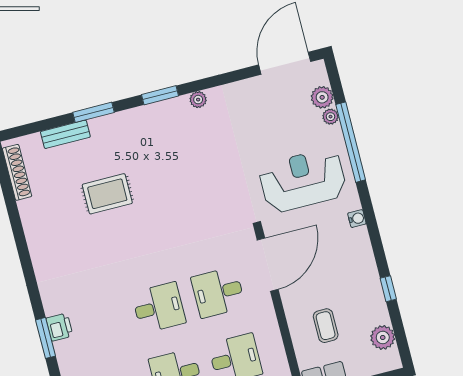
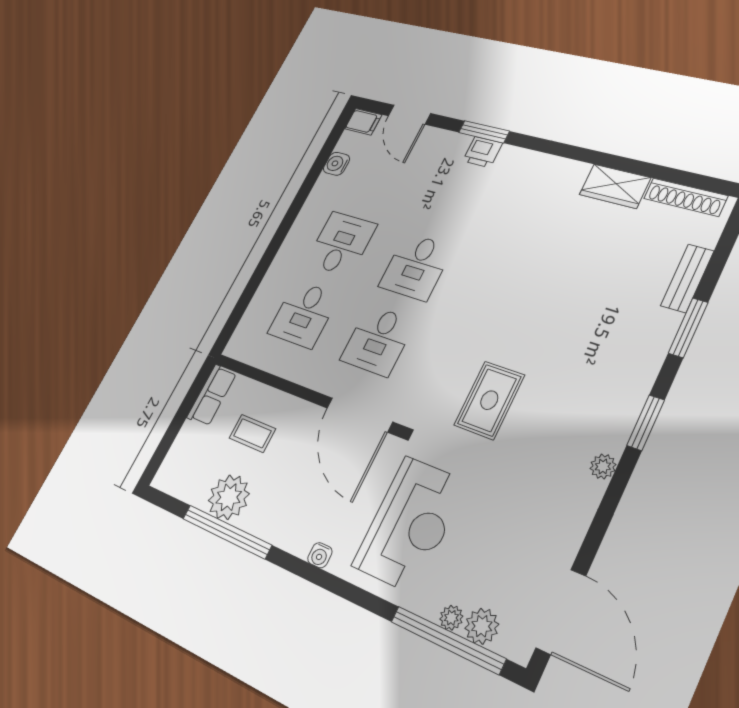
window: (351, 142) -> (447, 640), moved
rug: (107, 194) -> (489, 400), moved
wardrobe: (34, 220) -> (615, 186), added
window: (388, 289) -> (227, 532), width x3.17
desk: (218, 292) -> (378, 340), turned 180
plant: (383, 337) -> (229, 497), moved, width x1.36, depth x1.36

